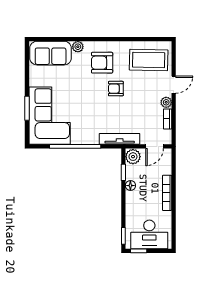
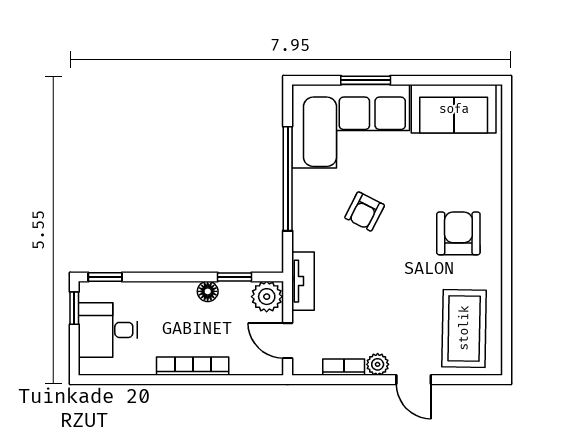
plant: (78, 47) -> (491, 184), removed
sofa: (51, 53) -> (454, 109), moved, turned -90
armchair: (116, 89) -> (365, 211), moved, turned -153
tv unit: (120, 139) -> (303, 281), width x0.71
desk: (149, 234) -> (108, 330), width x0.73

